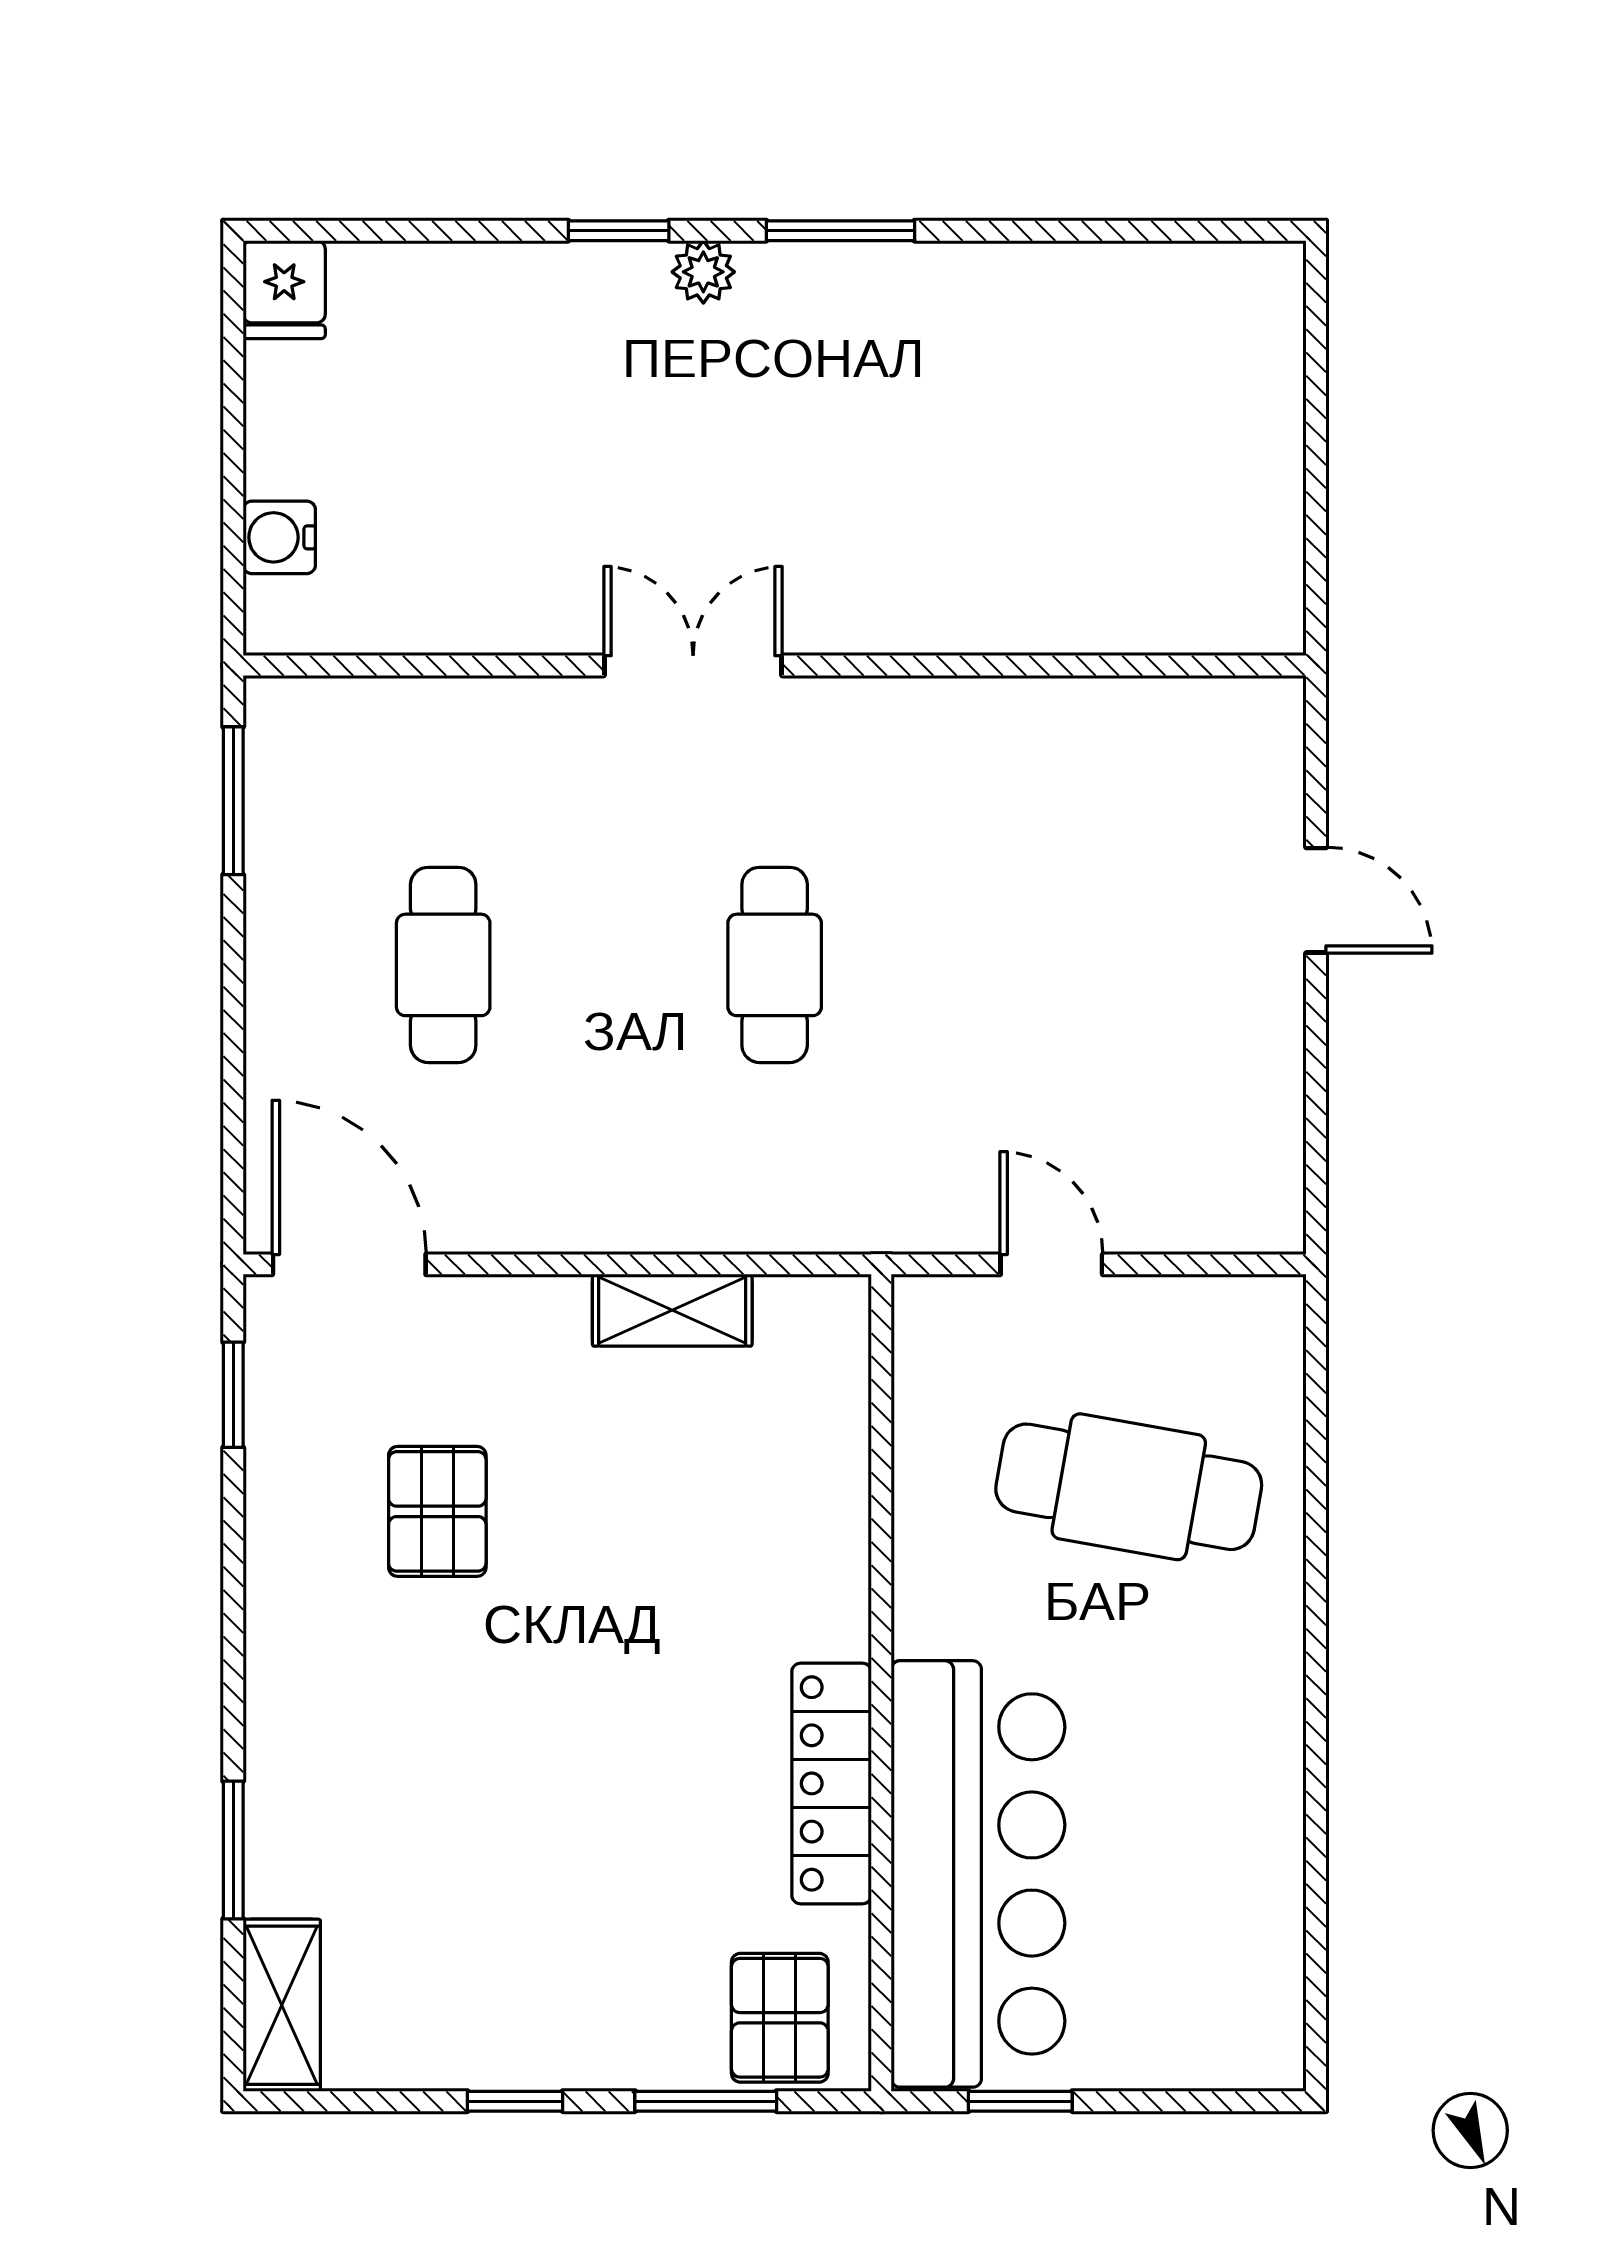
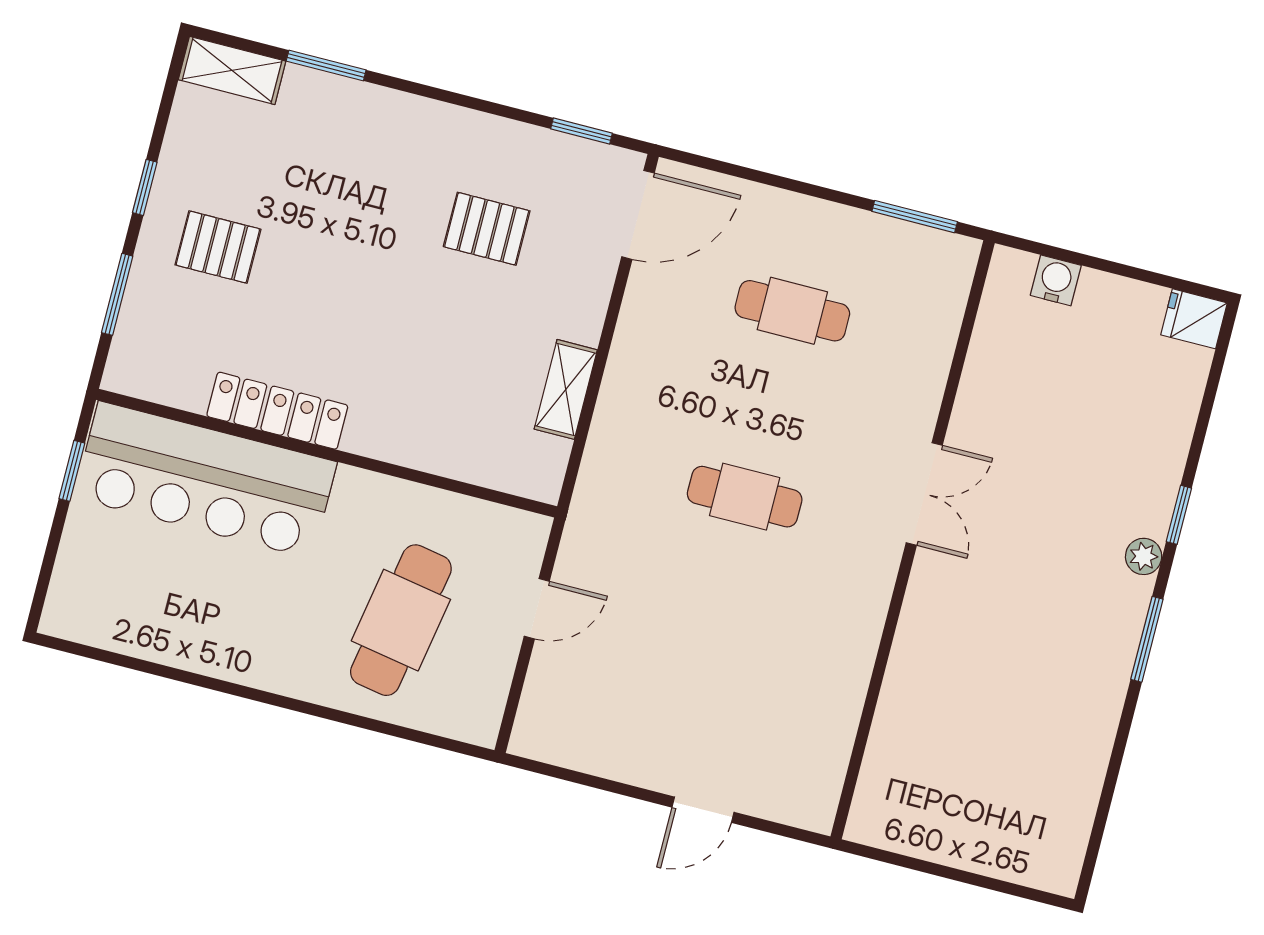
pallet: (780, 2018) -> (218, 247), moved

